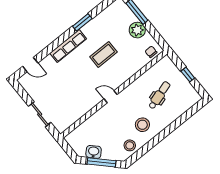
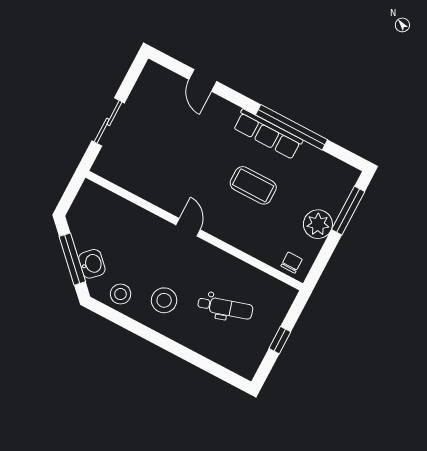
window: (82, 22) -> (292, 127), width x2.11
row of seats: (68, 46) -> (268, 134), moved
door: (30, 65) -> (203, 80), moved
washbasin: (94, 152) -> (92, 264), moved

